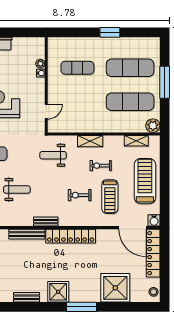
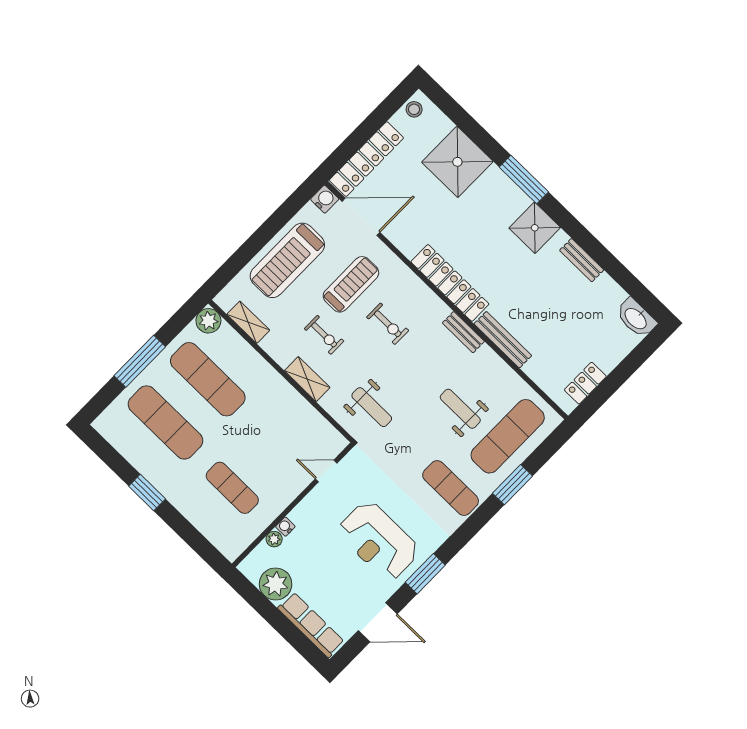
plant: (22, 46) -> (276, 584), added
door: (132, 228) -> (361, 217), hinge flipped

